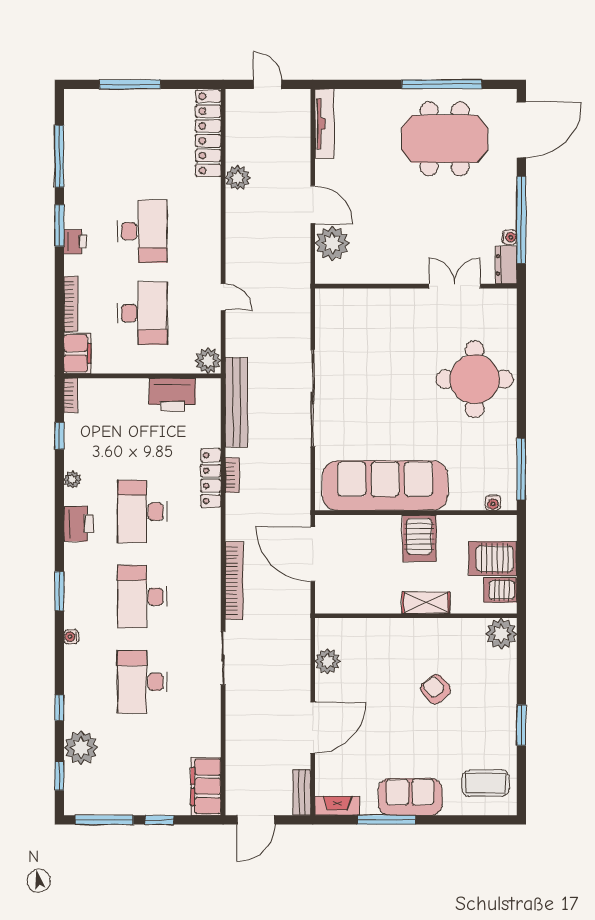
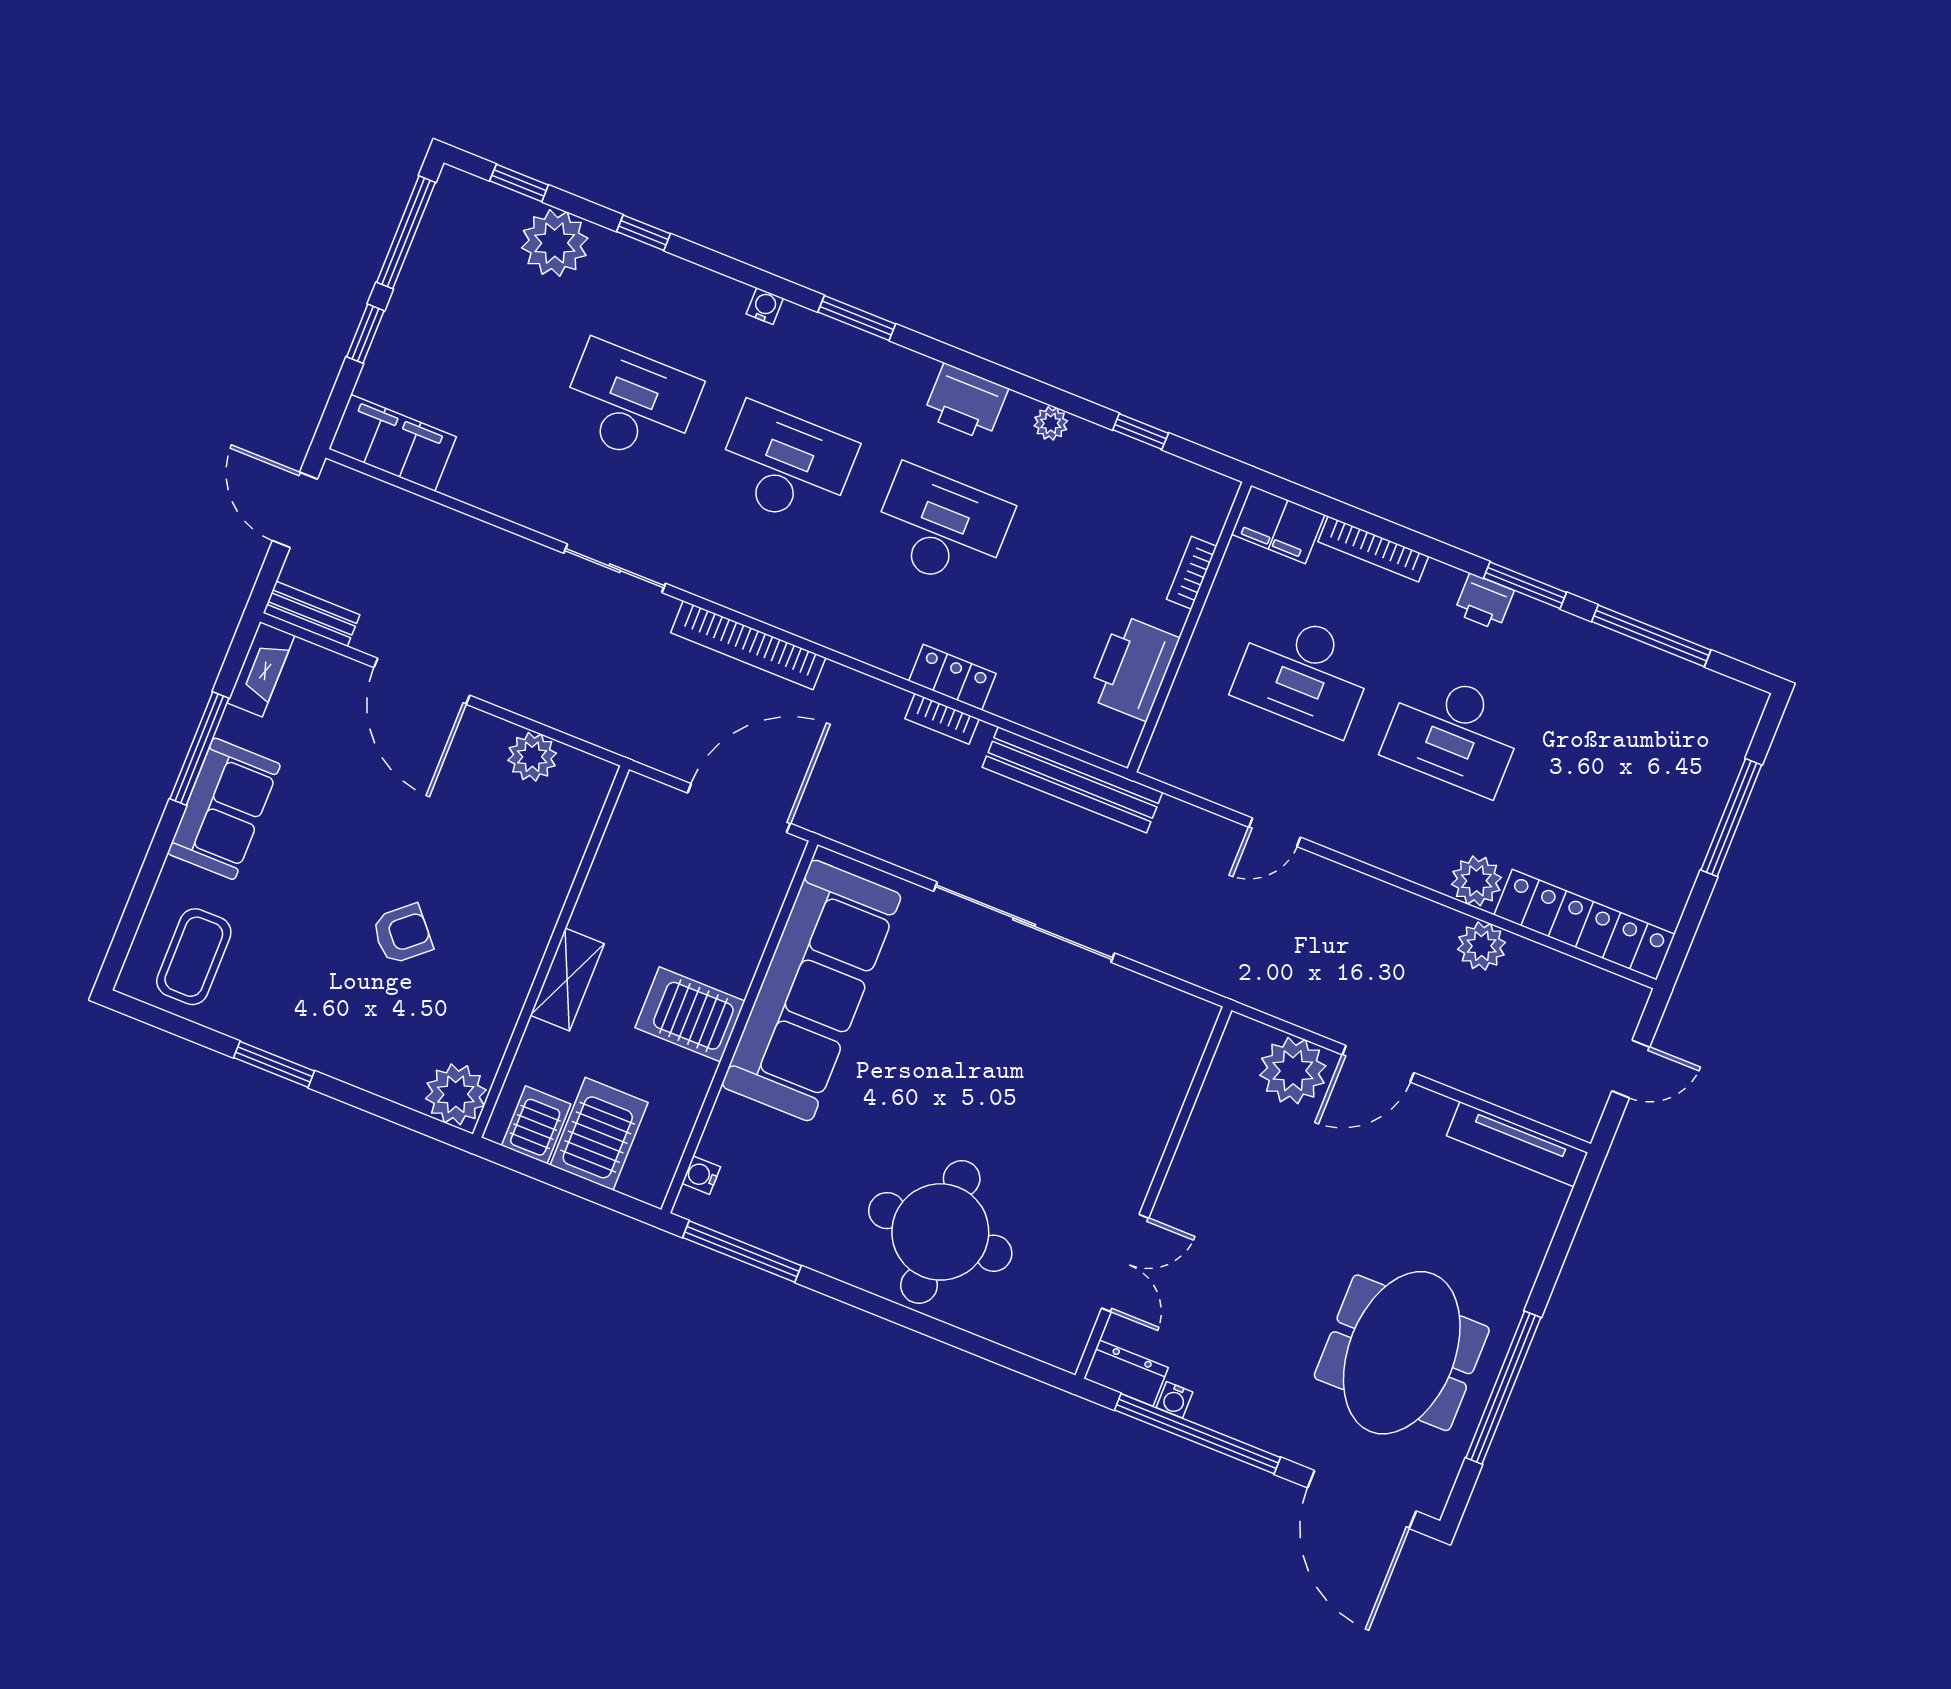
plant: (208, 361) -> (1476, 881), moved
bookcase: (71, 395) -> (1192, 573), moved, turned 90
locker: (211, 478) -> (952, 677), width x0.66

